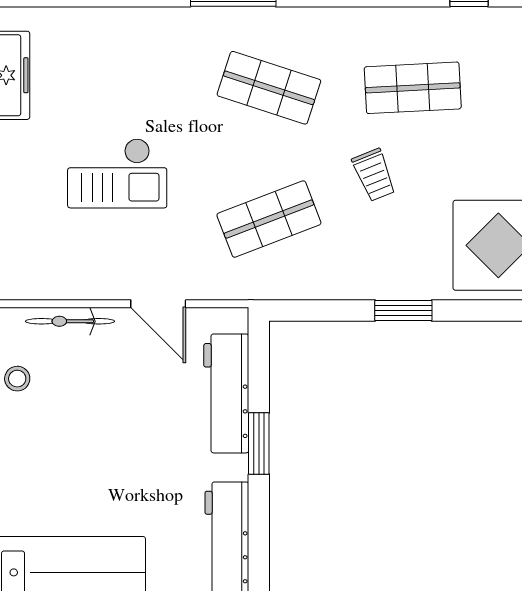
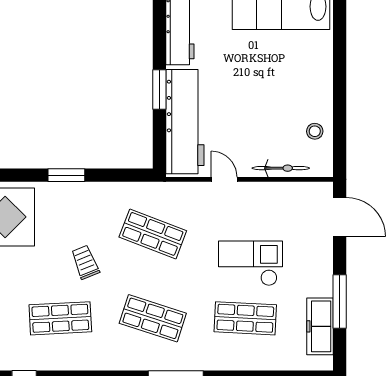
shop shelf: (125, 88) -> (245, 318), added
shop shelf: (269, 219) -> (153, 234), turned 42
door: (158, 304) -> (224, 179), width x0.73
workbench: (226, 393) -> (185, 122), width x1.36, depth x1.32

